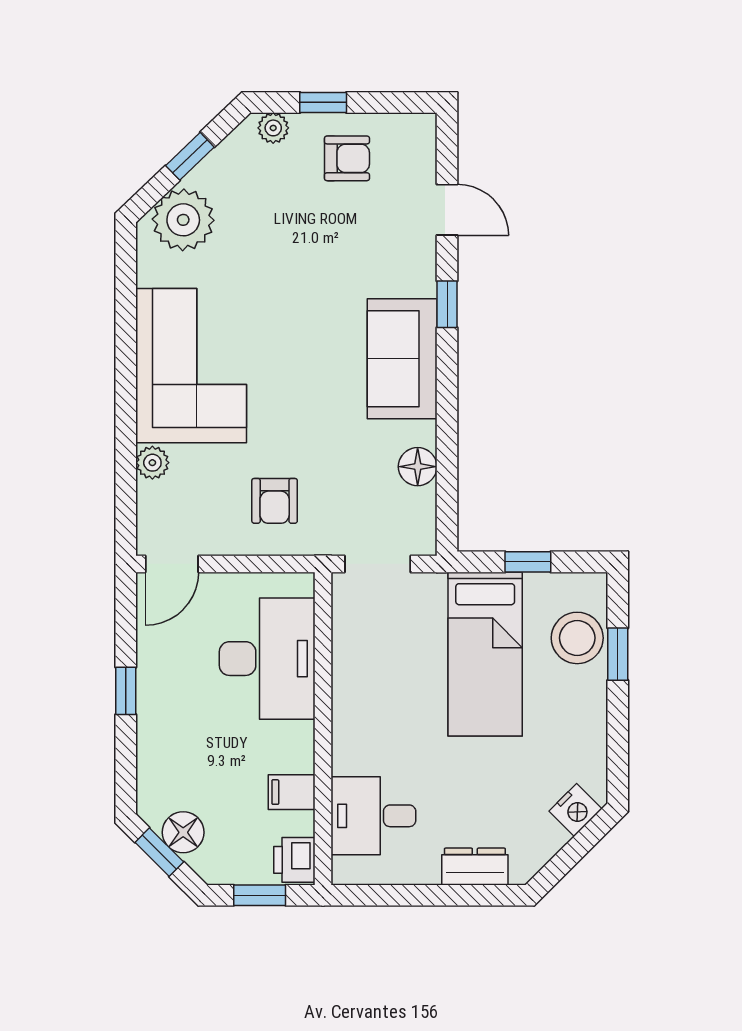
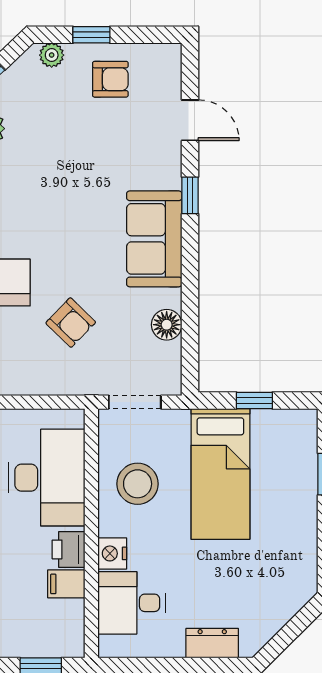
armchair: (275, 501) -> (71, 323), moved, turned -46
stool: (577, 638) -> (138, 484), moved
nightstand: (575, 810) -> (112, 553), moved, turned 135
printer: (294, 860) -> (69, 549), moved

